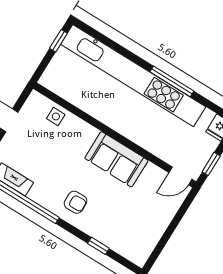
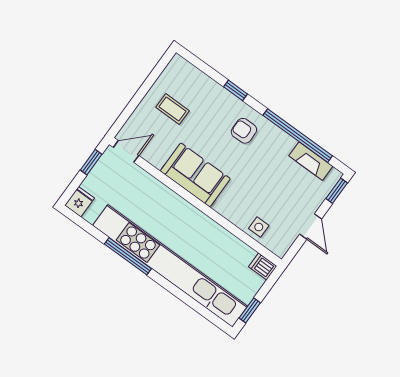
dishwasher: (50, 81) -> (263, 266), added
coffee table: (141, 217) -> (172, 109), added
window: (98, 246) -> (235, 90), moved

